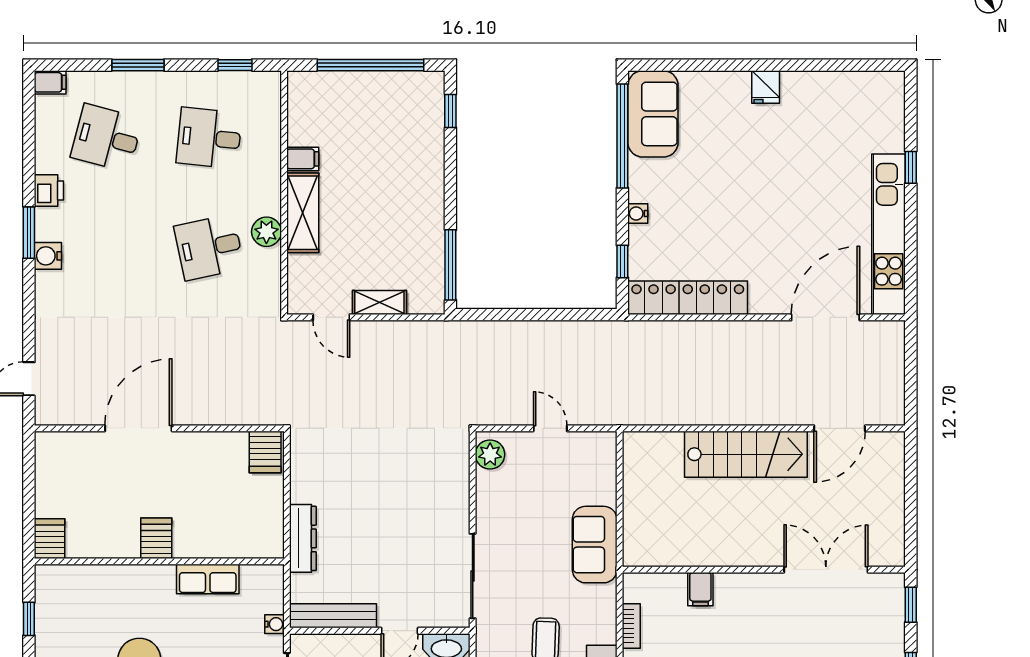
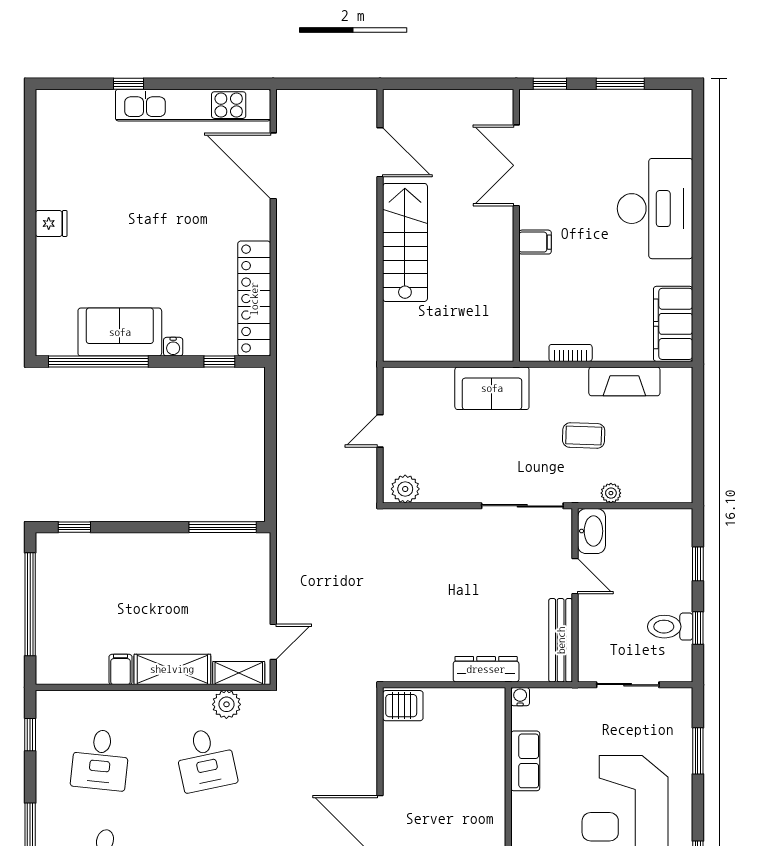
sofa: (653, 114) -> (120, 332), moved
plant: (266, 232) -> (226, 704), moved
shelving: (379, 303) -> (239, 673), moved, turned 90
server rack: (156, 538) -> (486, 810), removed
filing cabinet: (700, 589) -> (535, 242), moved
water cooler: (274, 624) -> (520, 697), moved

